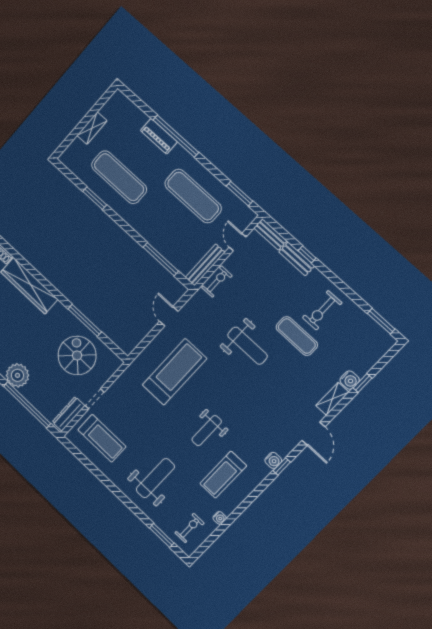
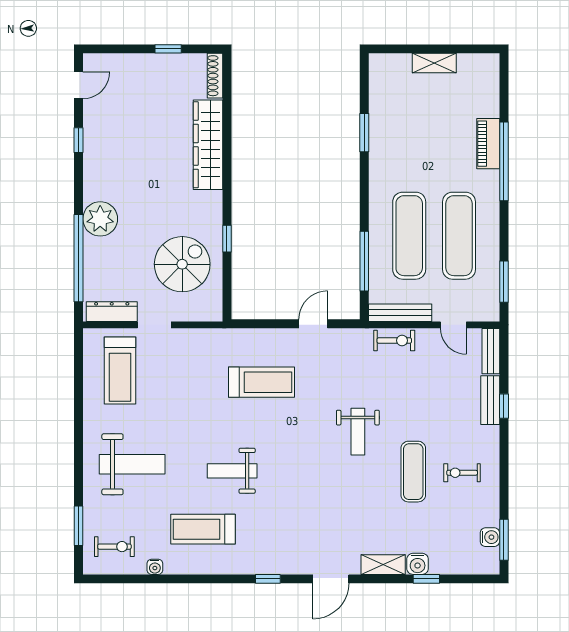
exercise mat: (119, 177) -> (409, 236), moved
door: (238, 242) -> (453, 325), swing flipped
exercise bike: (322, 310) -> (462, 473), width x0.73, depth x0.72
window: (85, 320) -> (227, 239), width x0.46
weight bench: (247, 346) -> (358, 432), width x0.73, depth x0.75
treadmill: (174, 372) -> (262, 382), width x0.73, depth x0.73
water cooler: (273, 460) -> (490, 537), moved, turned -90

